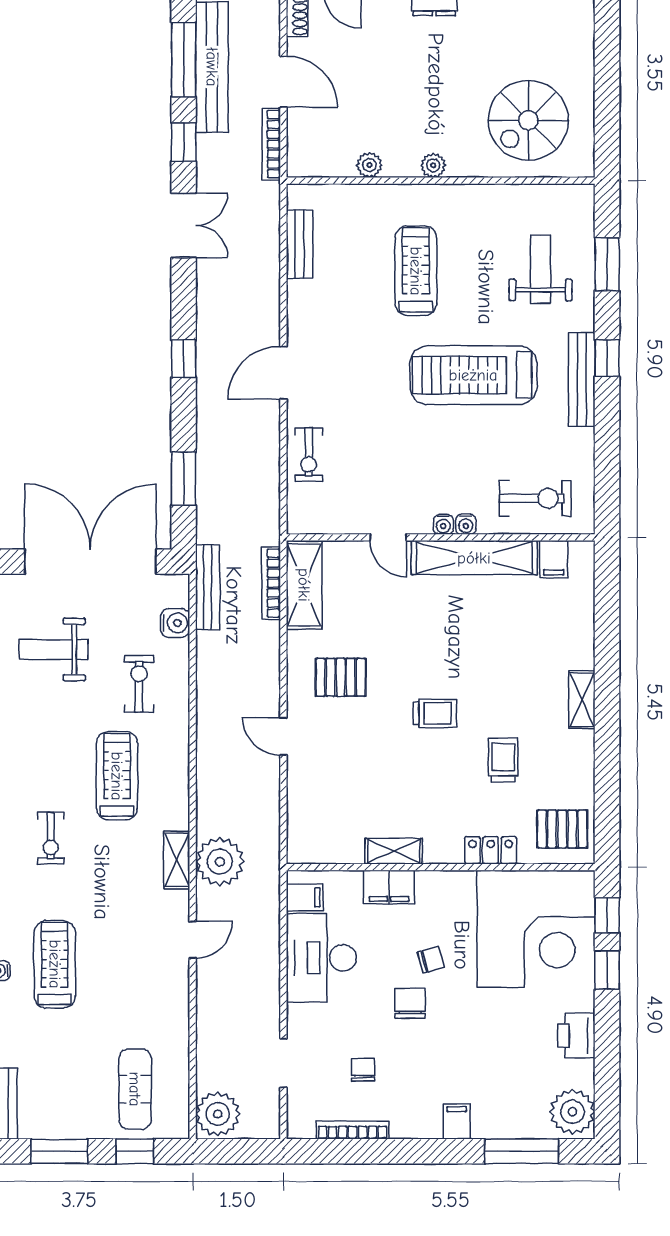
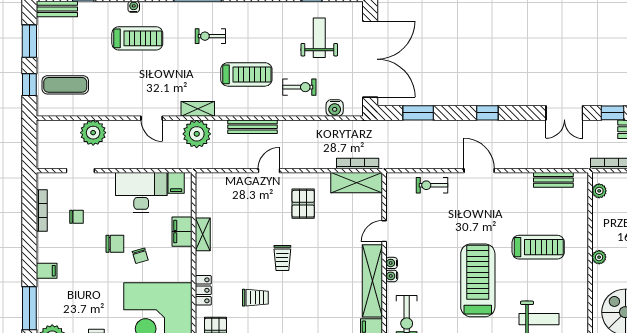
plant: (369, 165) -> (599, 191), moved
bench: (208, 587) -> (253, 127), moved
plant: (218, 1114) -> (93, 133), moved

